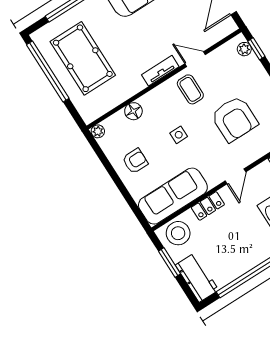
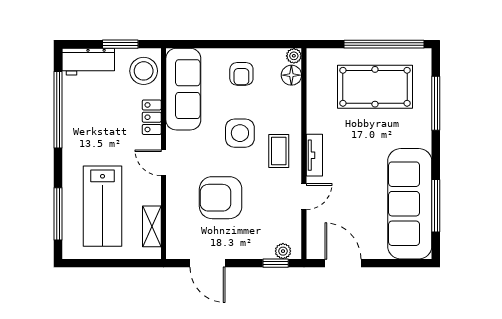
coffee table: (190, 89) -> (279, 151), moved, turned 90
floor lamp: (133, 111) -> (291, 75), moved
side table: (179, 135) -> (240, 133), width x1.87, depth x1.87

